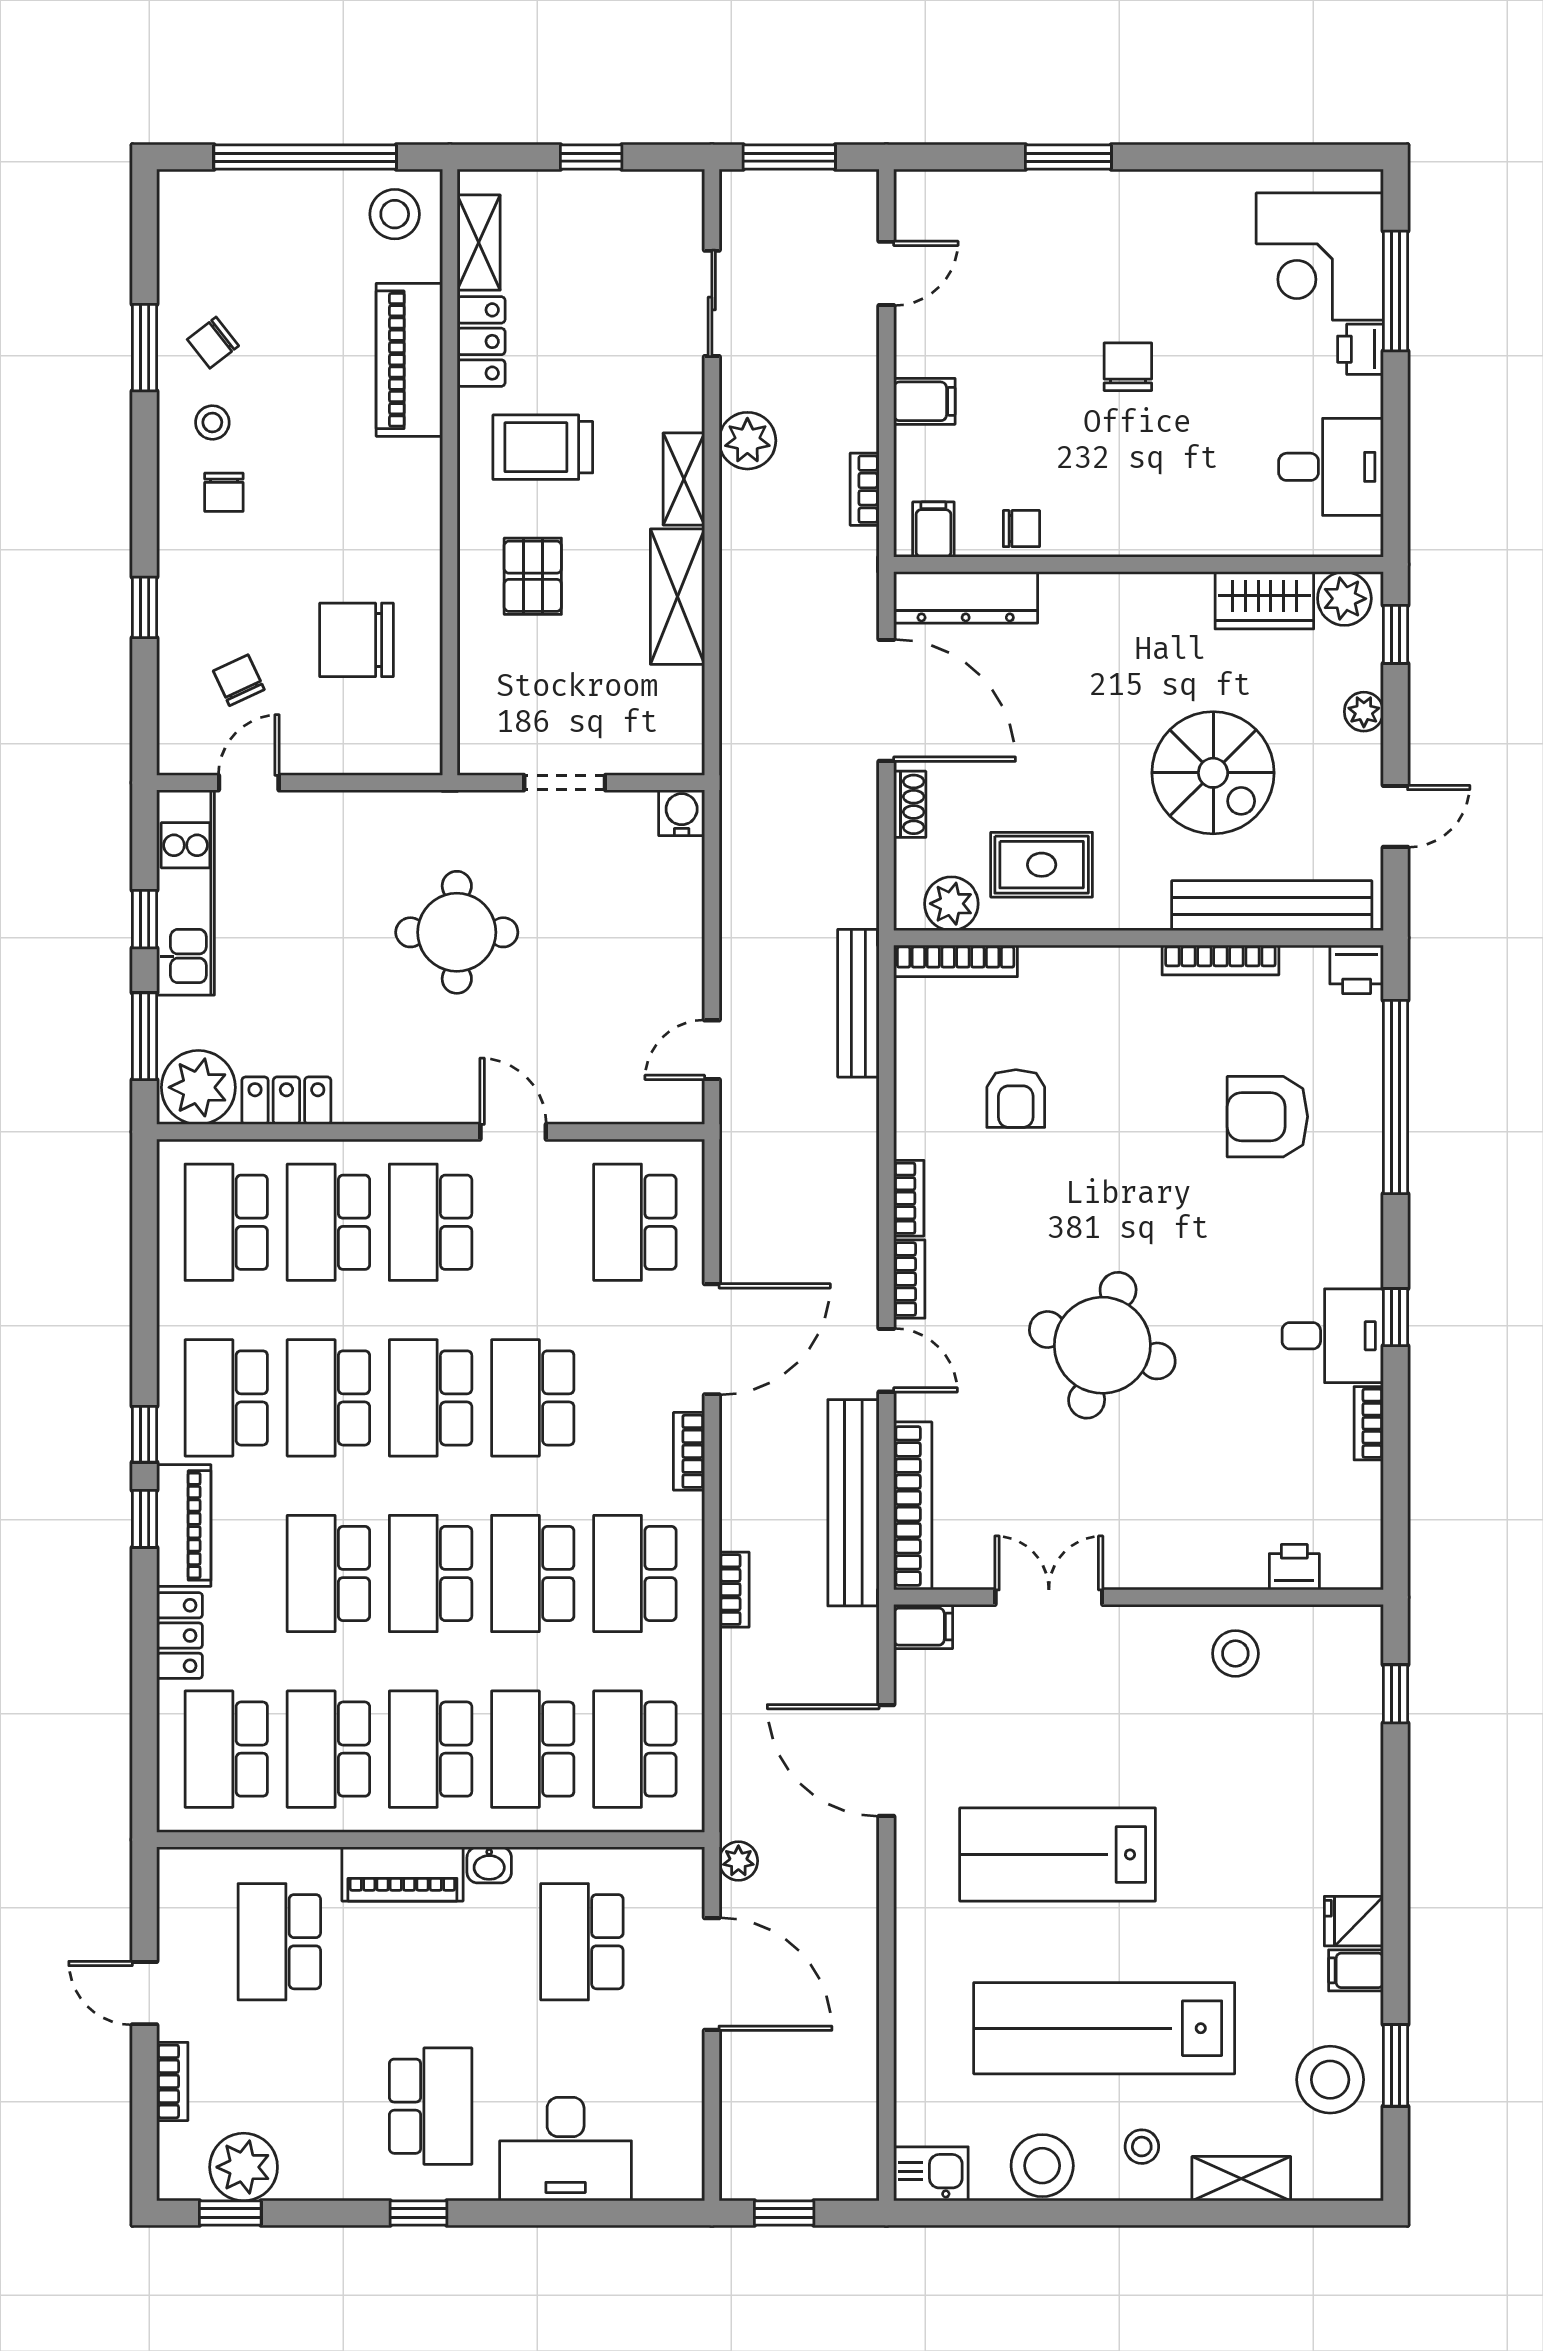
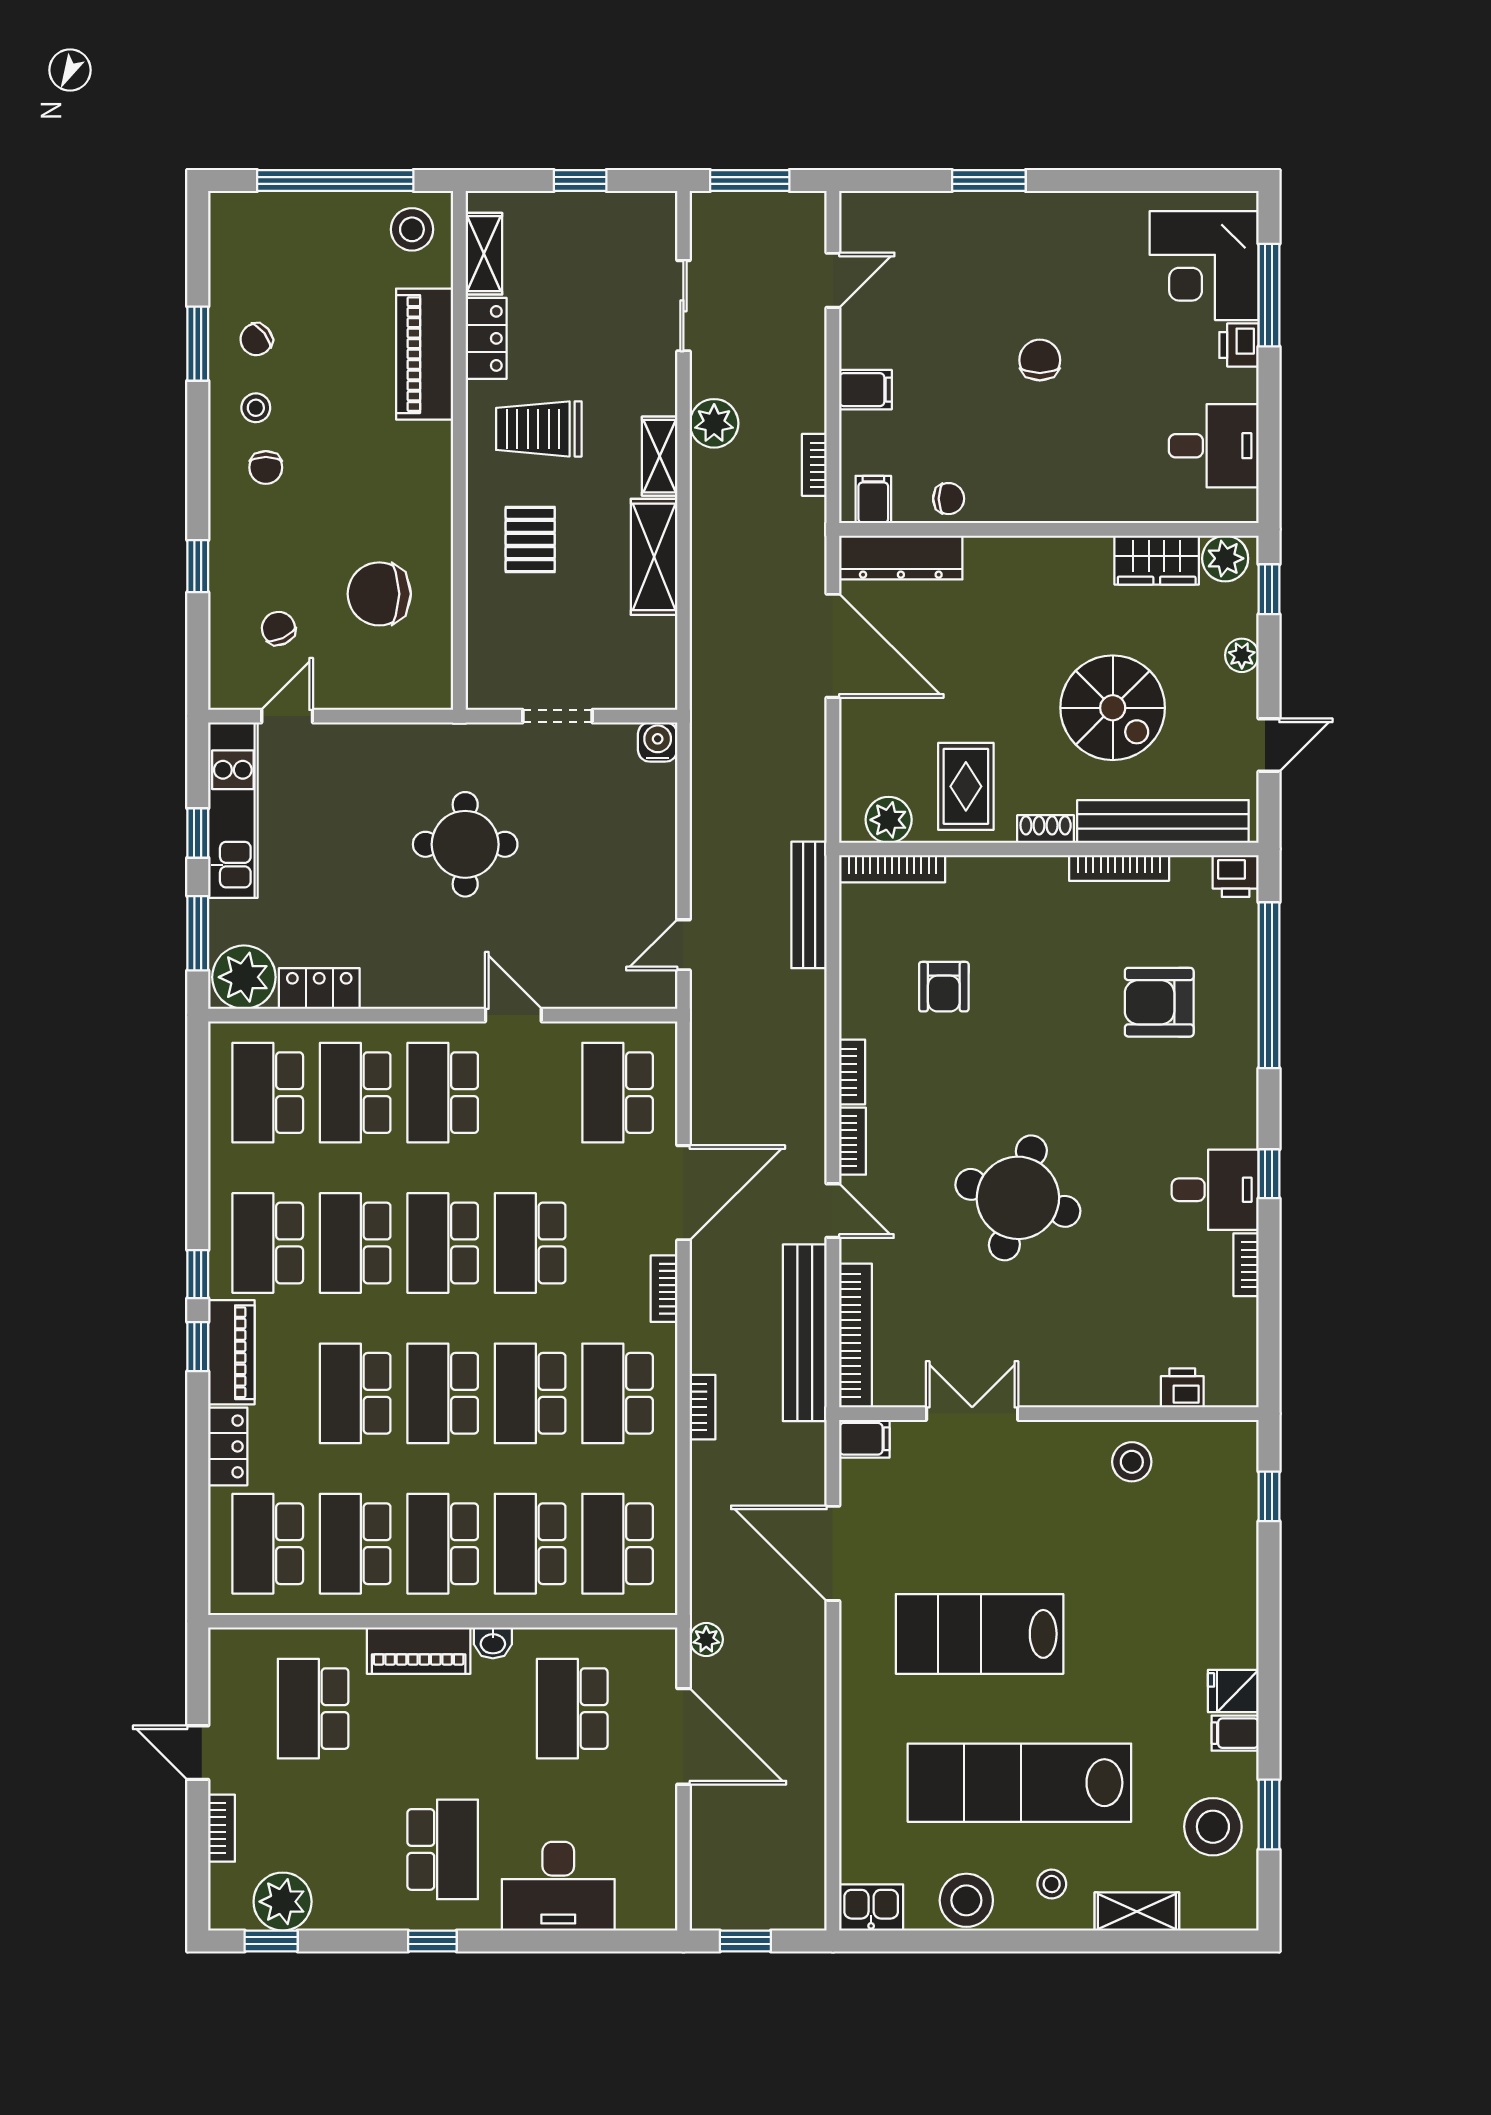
shoe rack: (910, 804) -> (1046, 829), moved, turned -90
rug: (1042, 865) -> (966, 786), turned 90

